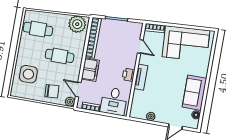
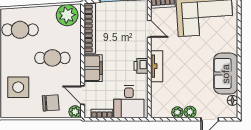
plant: (161, 118) -> (190, 112), added

